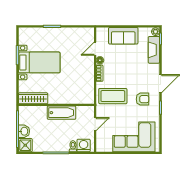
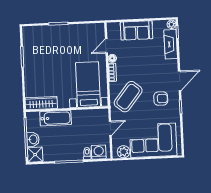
bed with nightstands: (39, 62) -> (88, 85), moved, turned -90
coffee table: (113, 96) -> (128, 97), turned -51
bathtub: (62, 113) -> (56, 118), moved
plant: (106, 146) -> (124, 152), added

